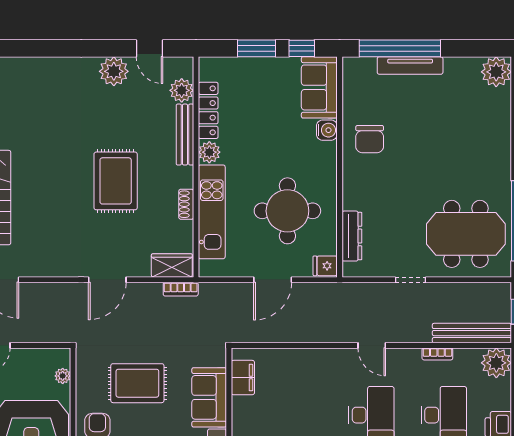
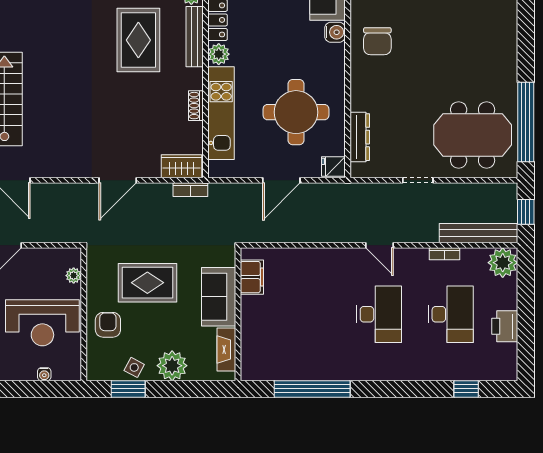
rug: (116, 181) -> (138, 40), moved

